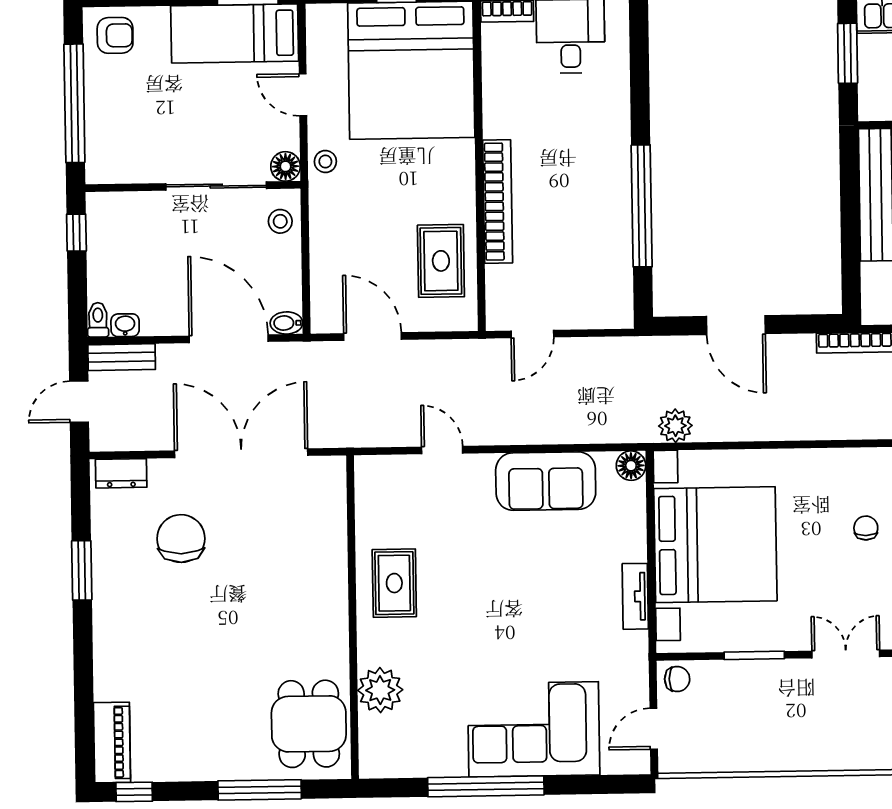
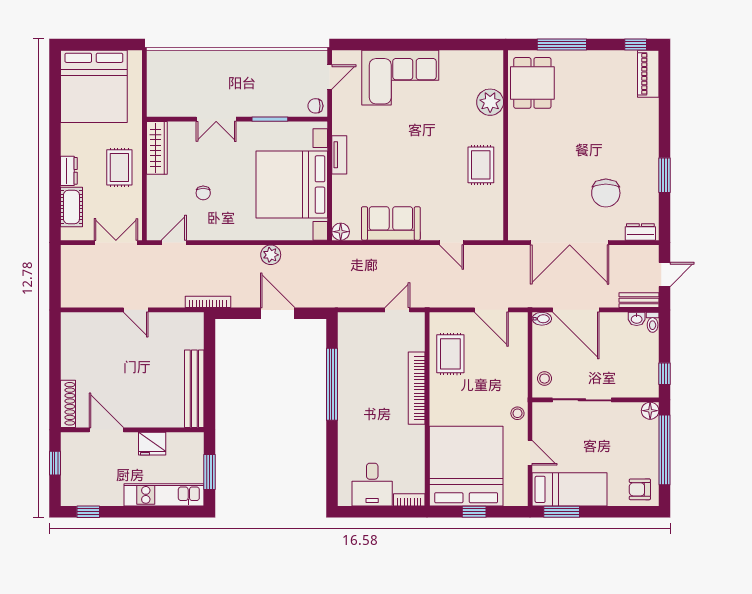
floor lamp: (286, 166) -> (650, 411), moved
plant: (675, 426) -> (271, 255), moved
window: (486, 786) -> (429, 45), removed

